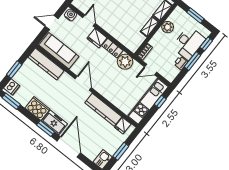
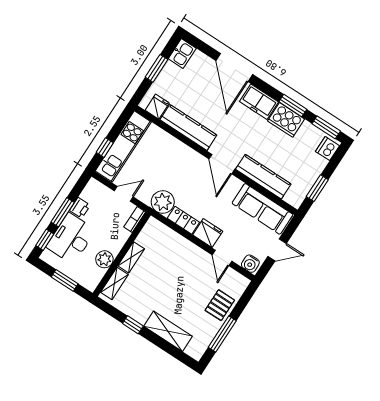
kitchen counter: (46, 64) -> (263, 177), moved
window: (14, 70) -> (317, 188), moved
window: (46, 128) -> (293, 106), moved

